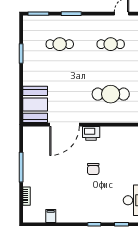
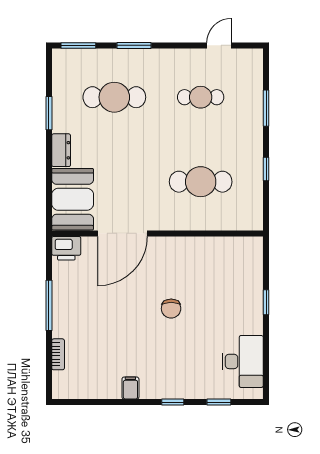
cafe table: (60, 44) -> (114, 97), width x1.37, depth x1.35
dresser: (28, 75) -> (61, 150), added
printer: (91, 133) -> (66, 248), moved
filing cabinet: (51, 216) -> (130, 388), moved

